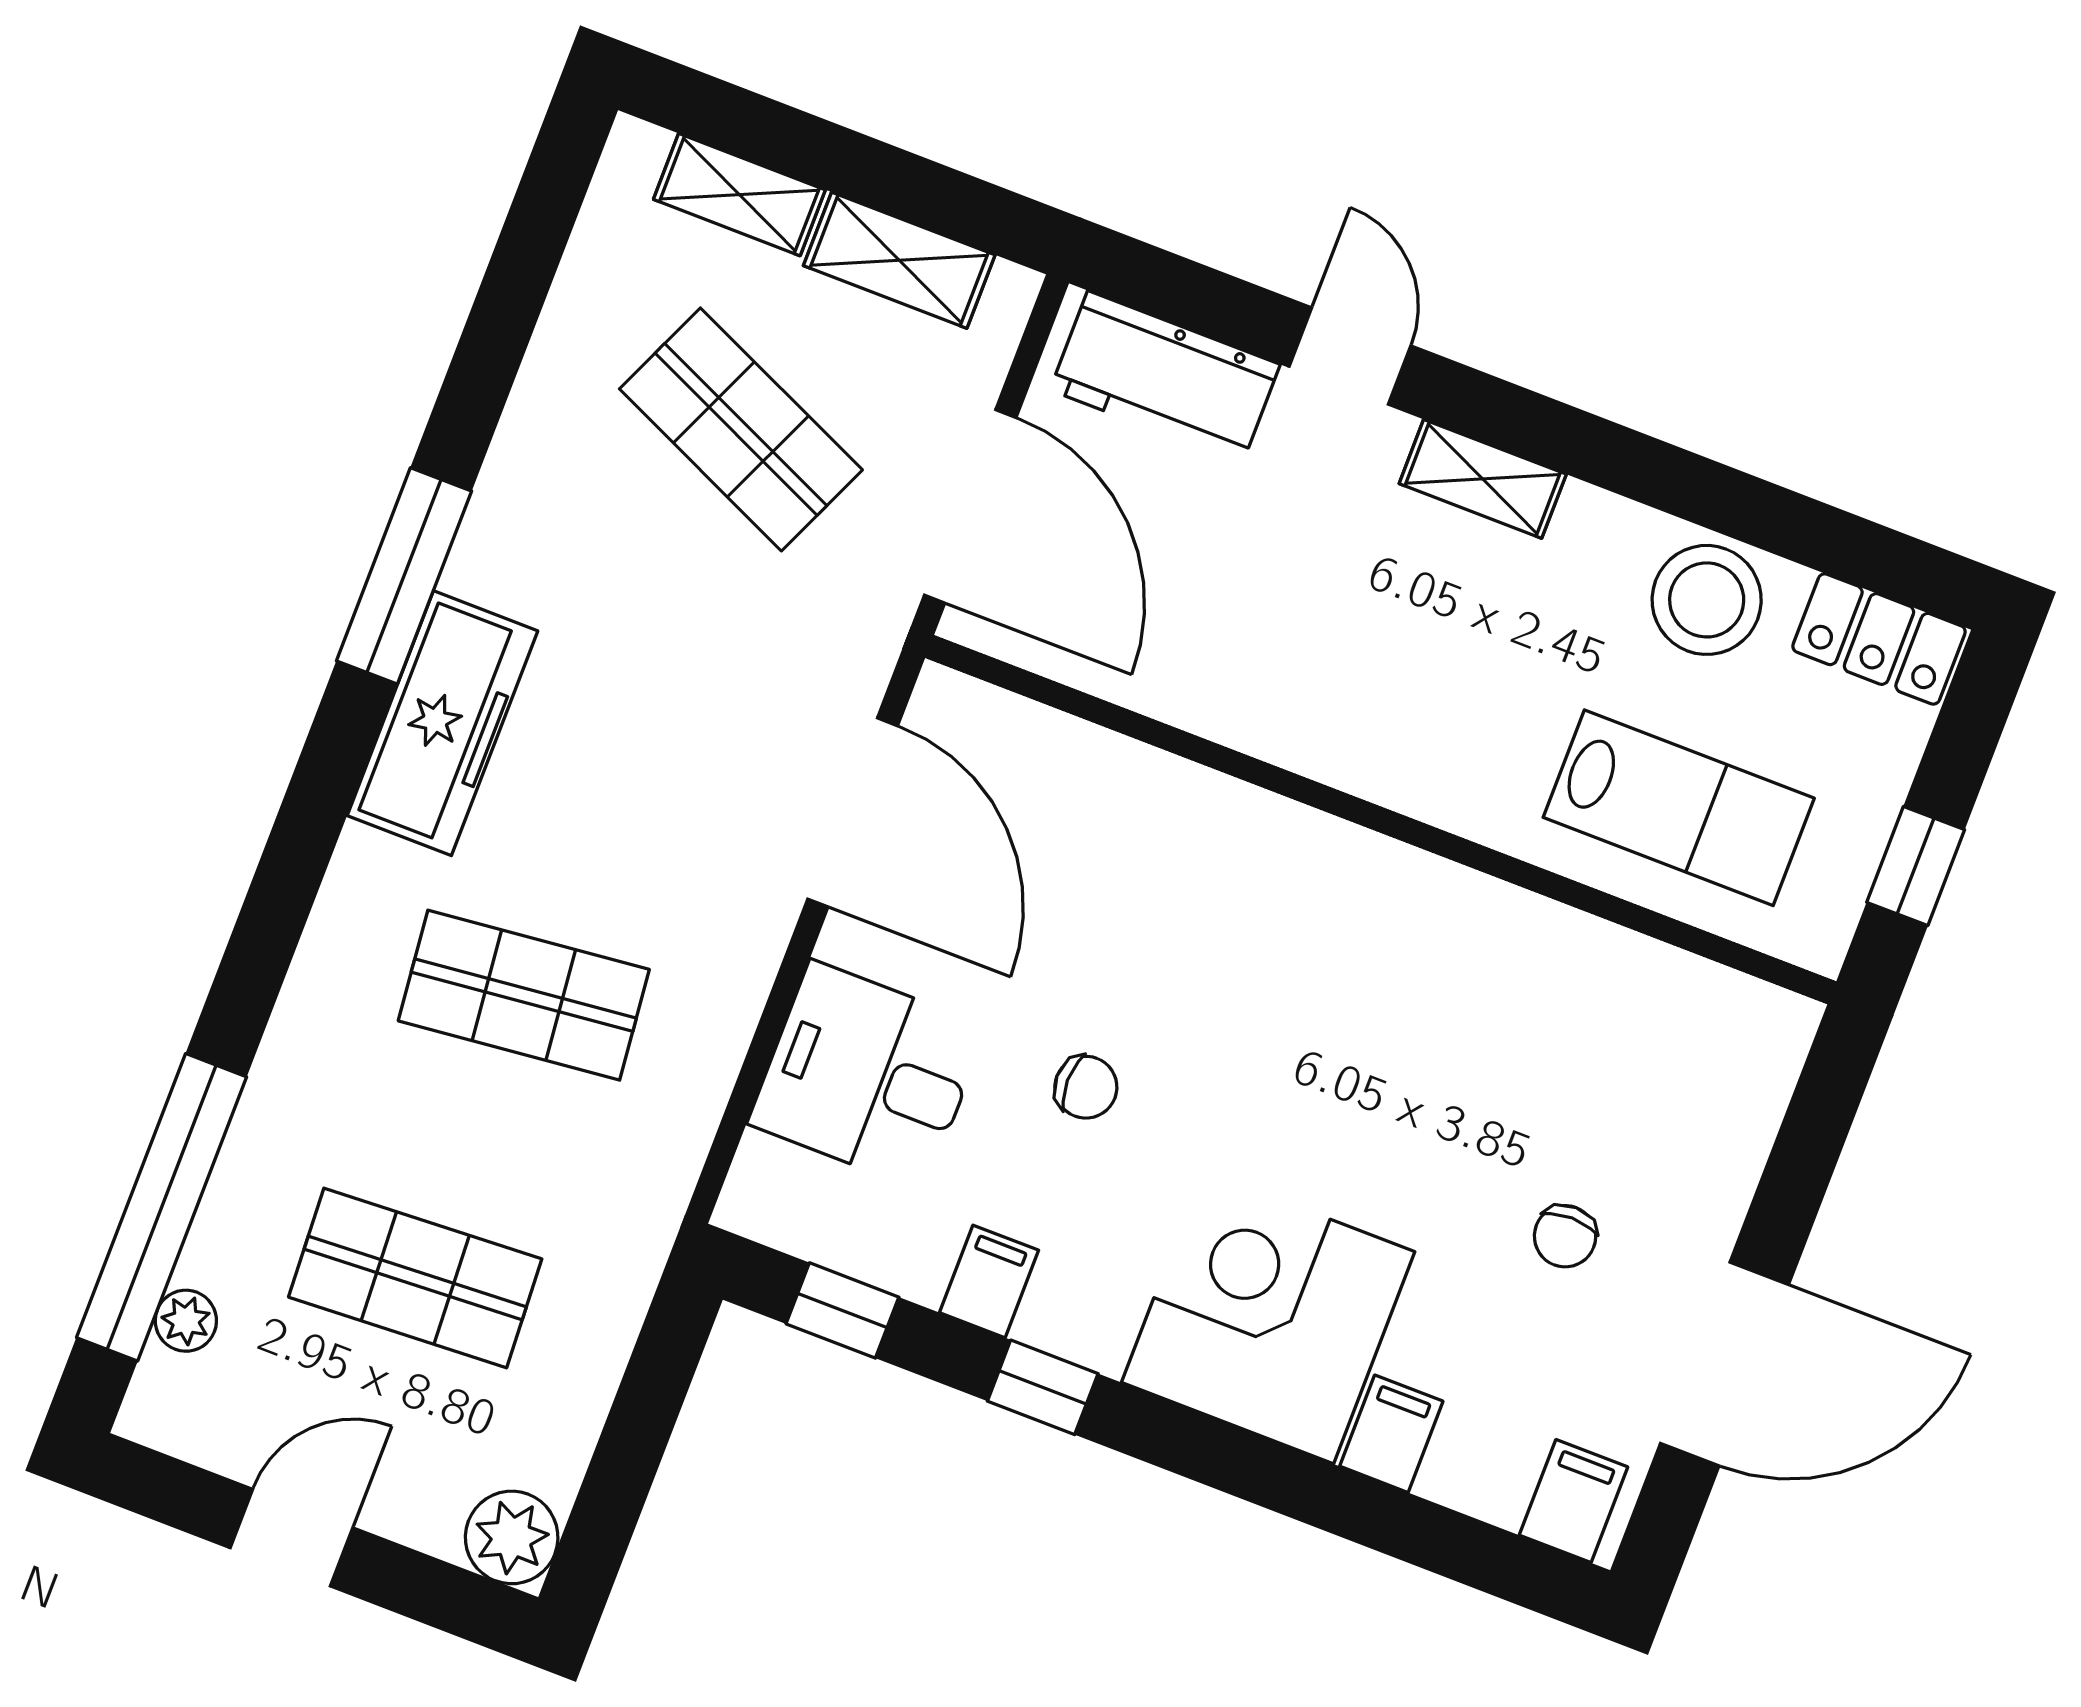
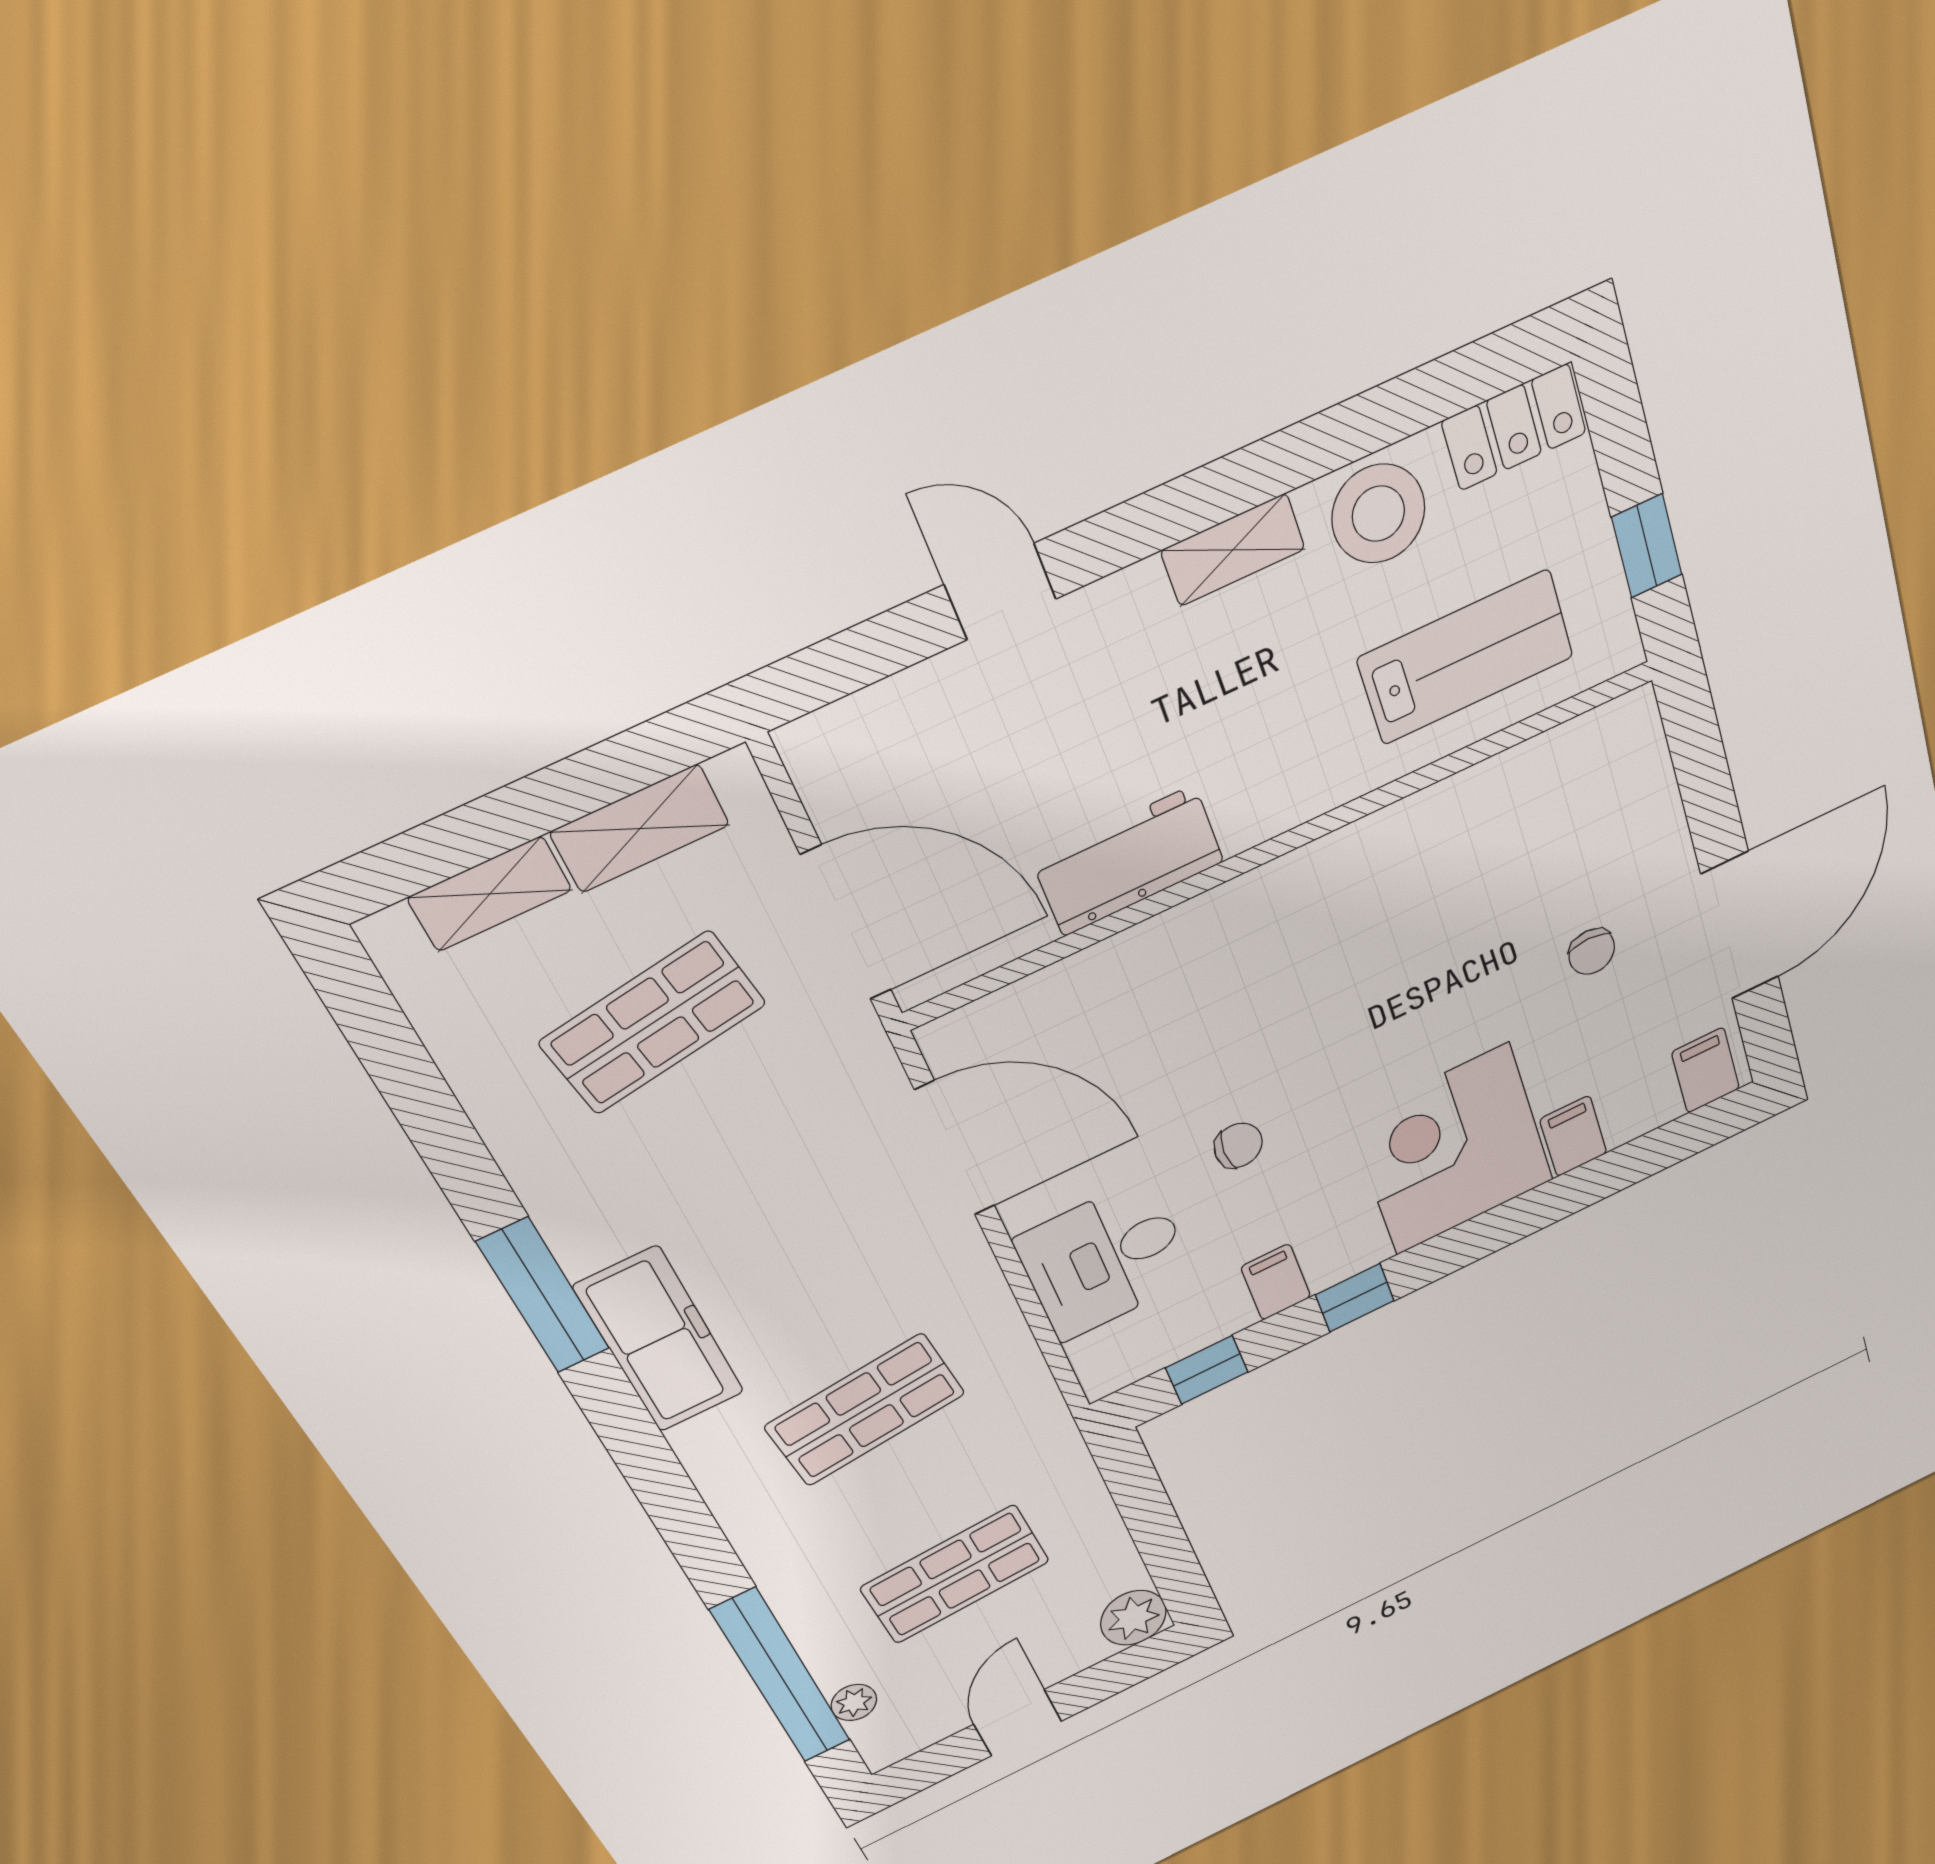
workbench: (1165, 377) -> (1128, 861), moved, turned 180
shop shelf: (741, 429) -> (653, 1023), turned -33
shelving: (1483, 479) -> (1233, 550), moved

